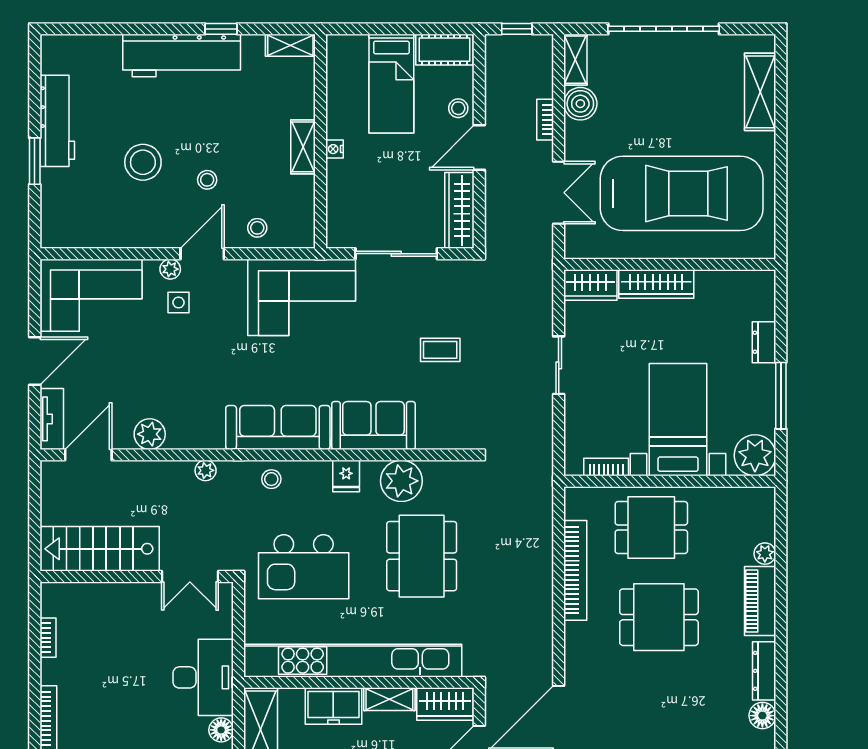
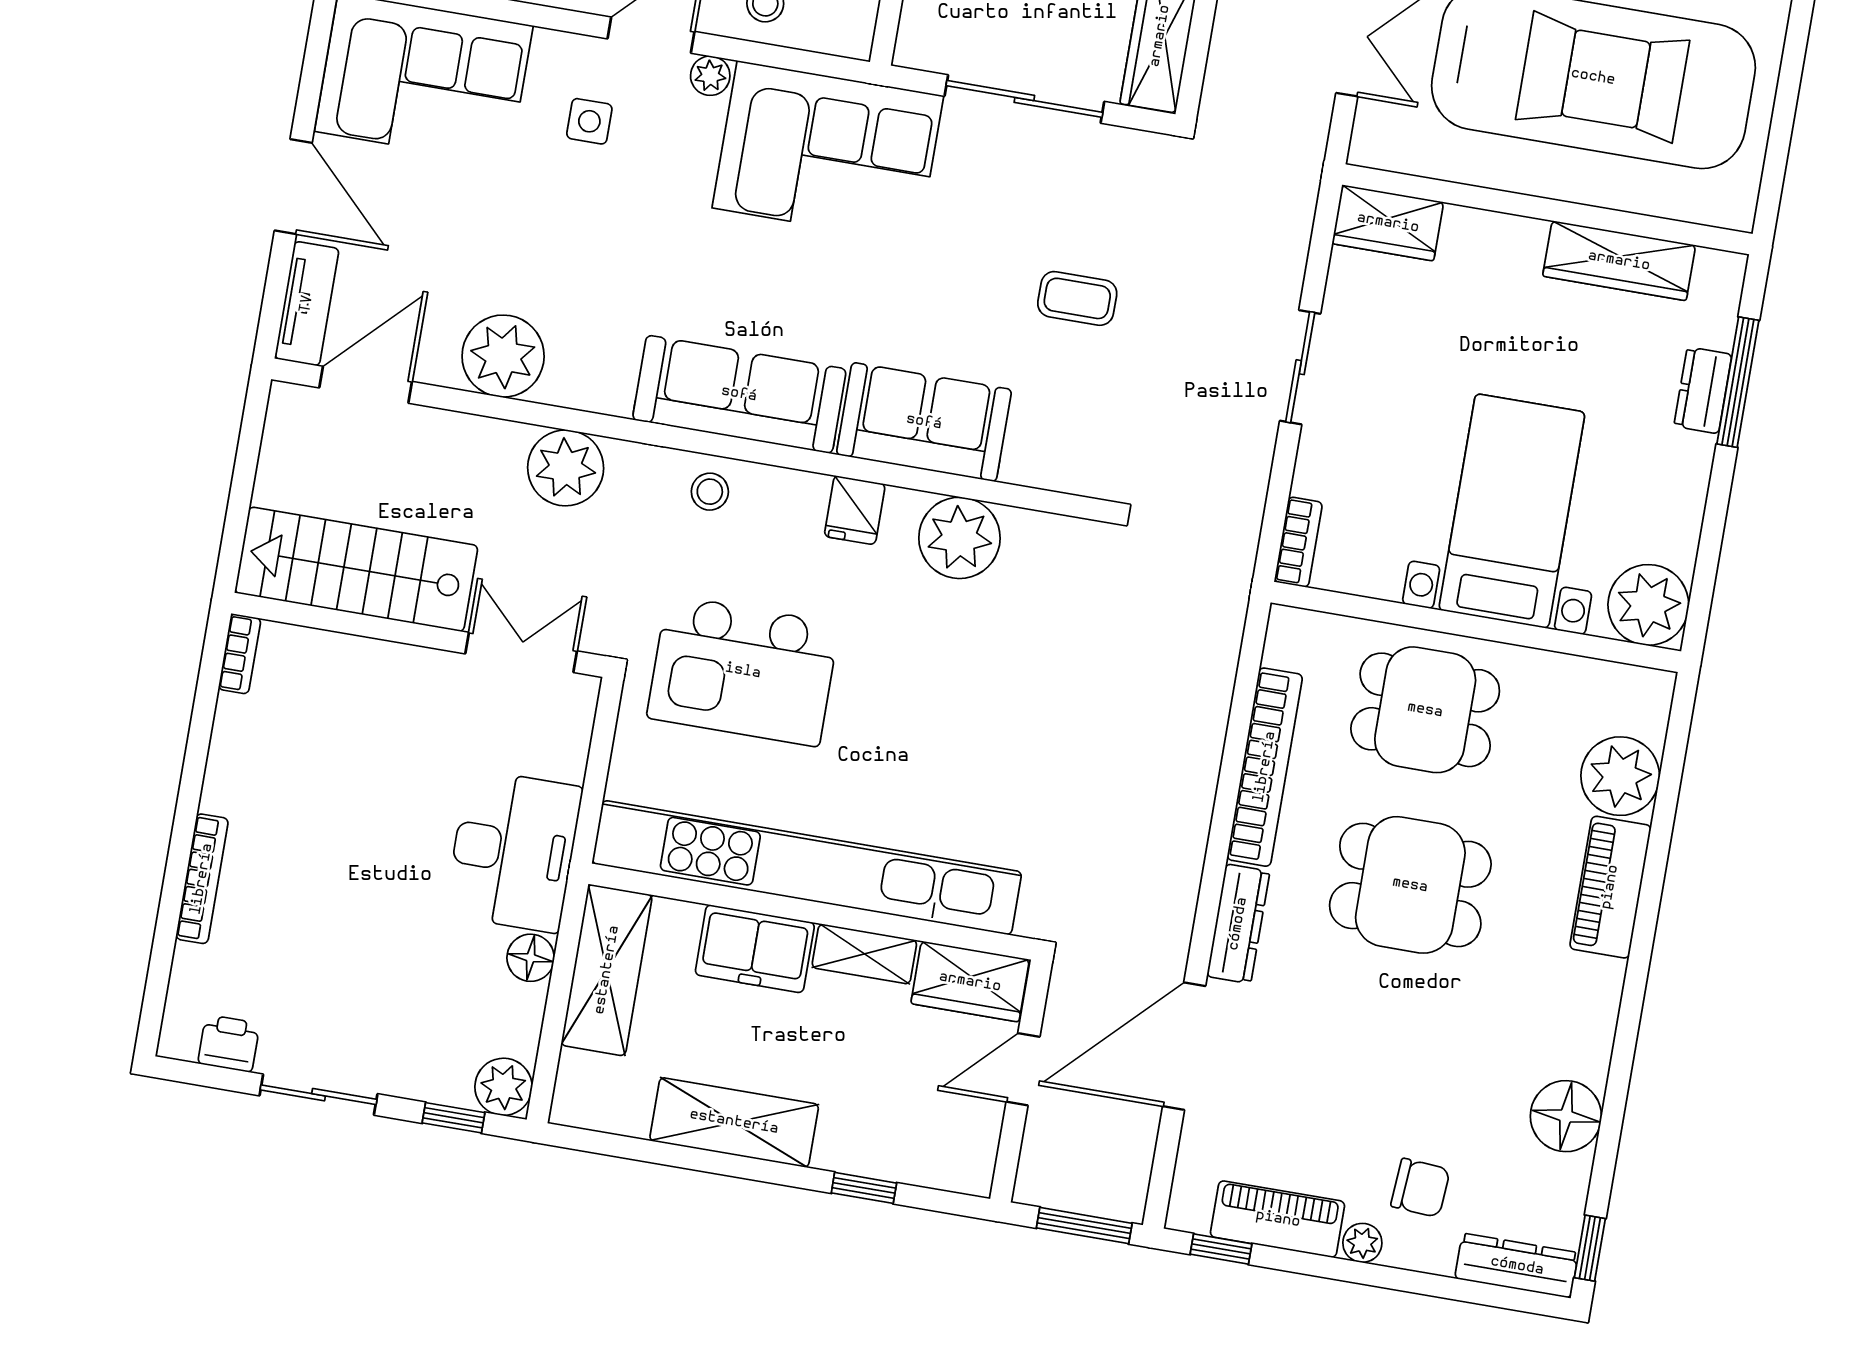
plant: (170, 269) -> (710, 76), moved
wardrobe: (656, 284) -> (1619, 261), moved
door: (35, 361) -> (293, 187), hinge flipped
window: (781, 396) -> (1738, 382), moved
plant: (150, 434) -> (503, 356), width x1.36, depth x1.36
bookcase: (606, 467) -> (1298, 542), moved, turned 90
plant: (206, 470) -> (566, 468), width x1.88, depth x1.88
plant: (765, 554) -> (1620, 776), width x1.87, depth x1.87
dining table: (422, 556) -> (974, 689), removed
double door: (190, 577) -> (521, 652), swing flipped
bookcase: (48, 638) -> (240, 654), moved
dresser: (764, 671) -> (1238, 924), moved, turned 180
floor lamp: (762, 716) -> (1566, 1116), width x1.38, depth x1.38

